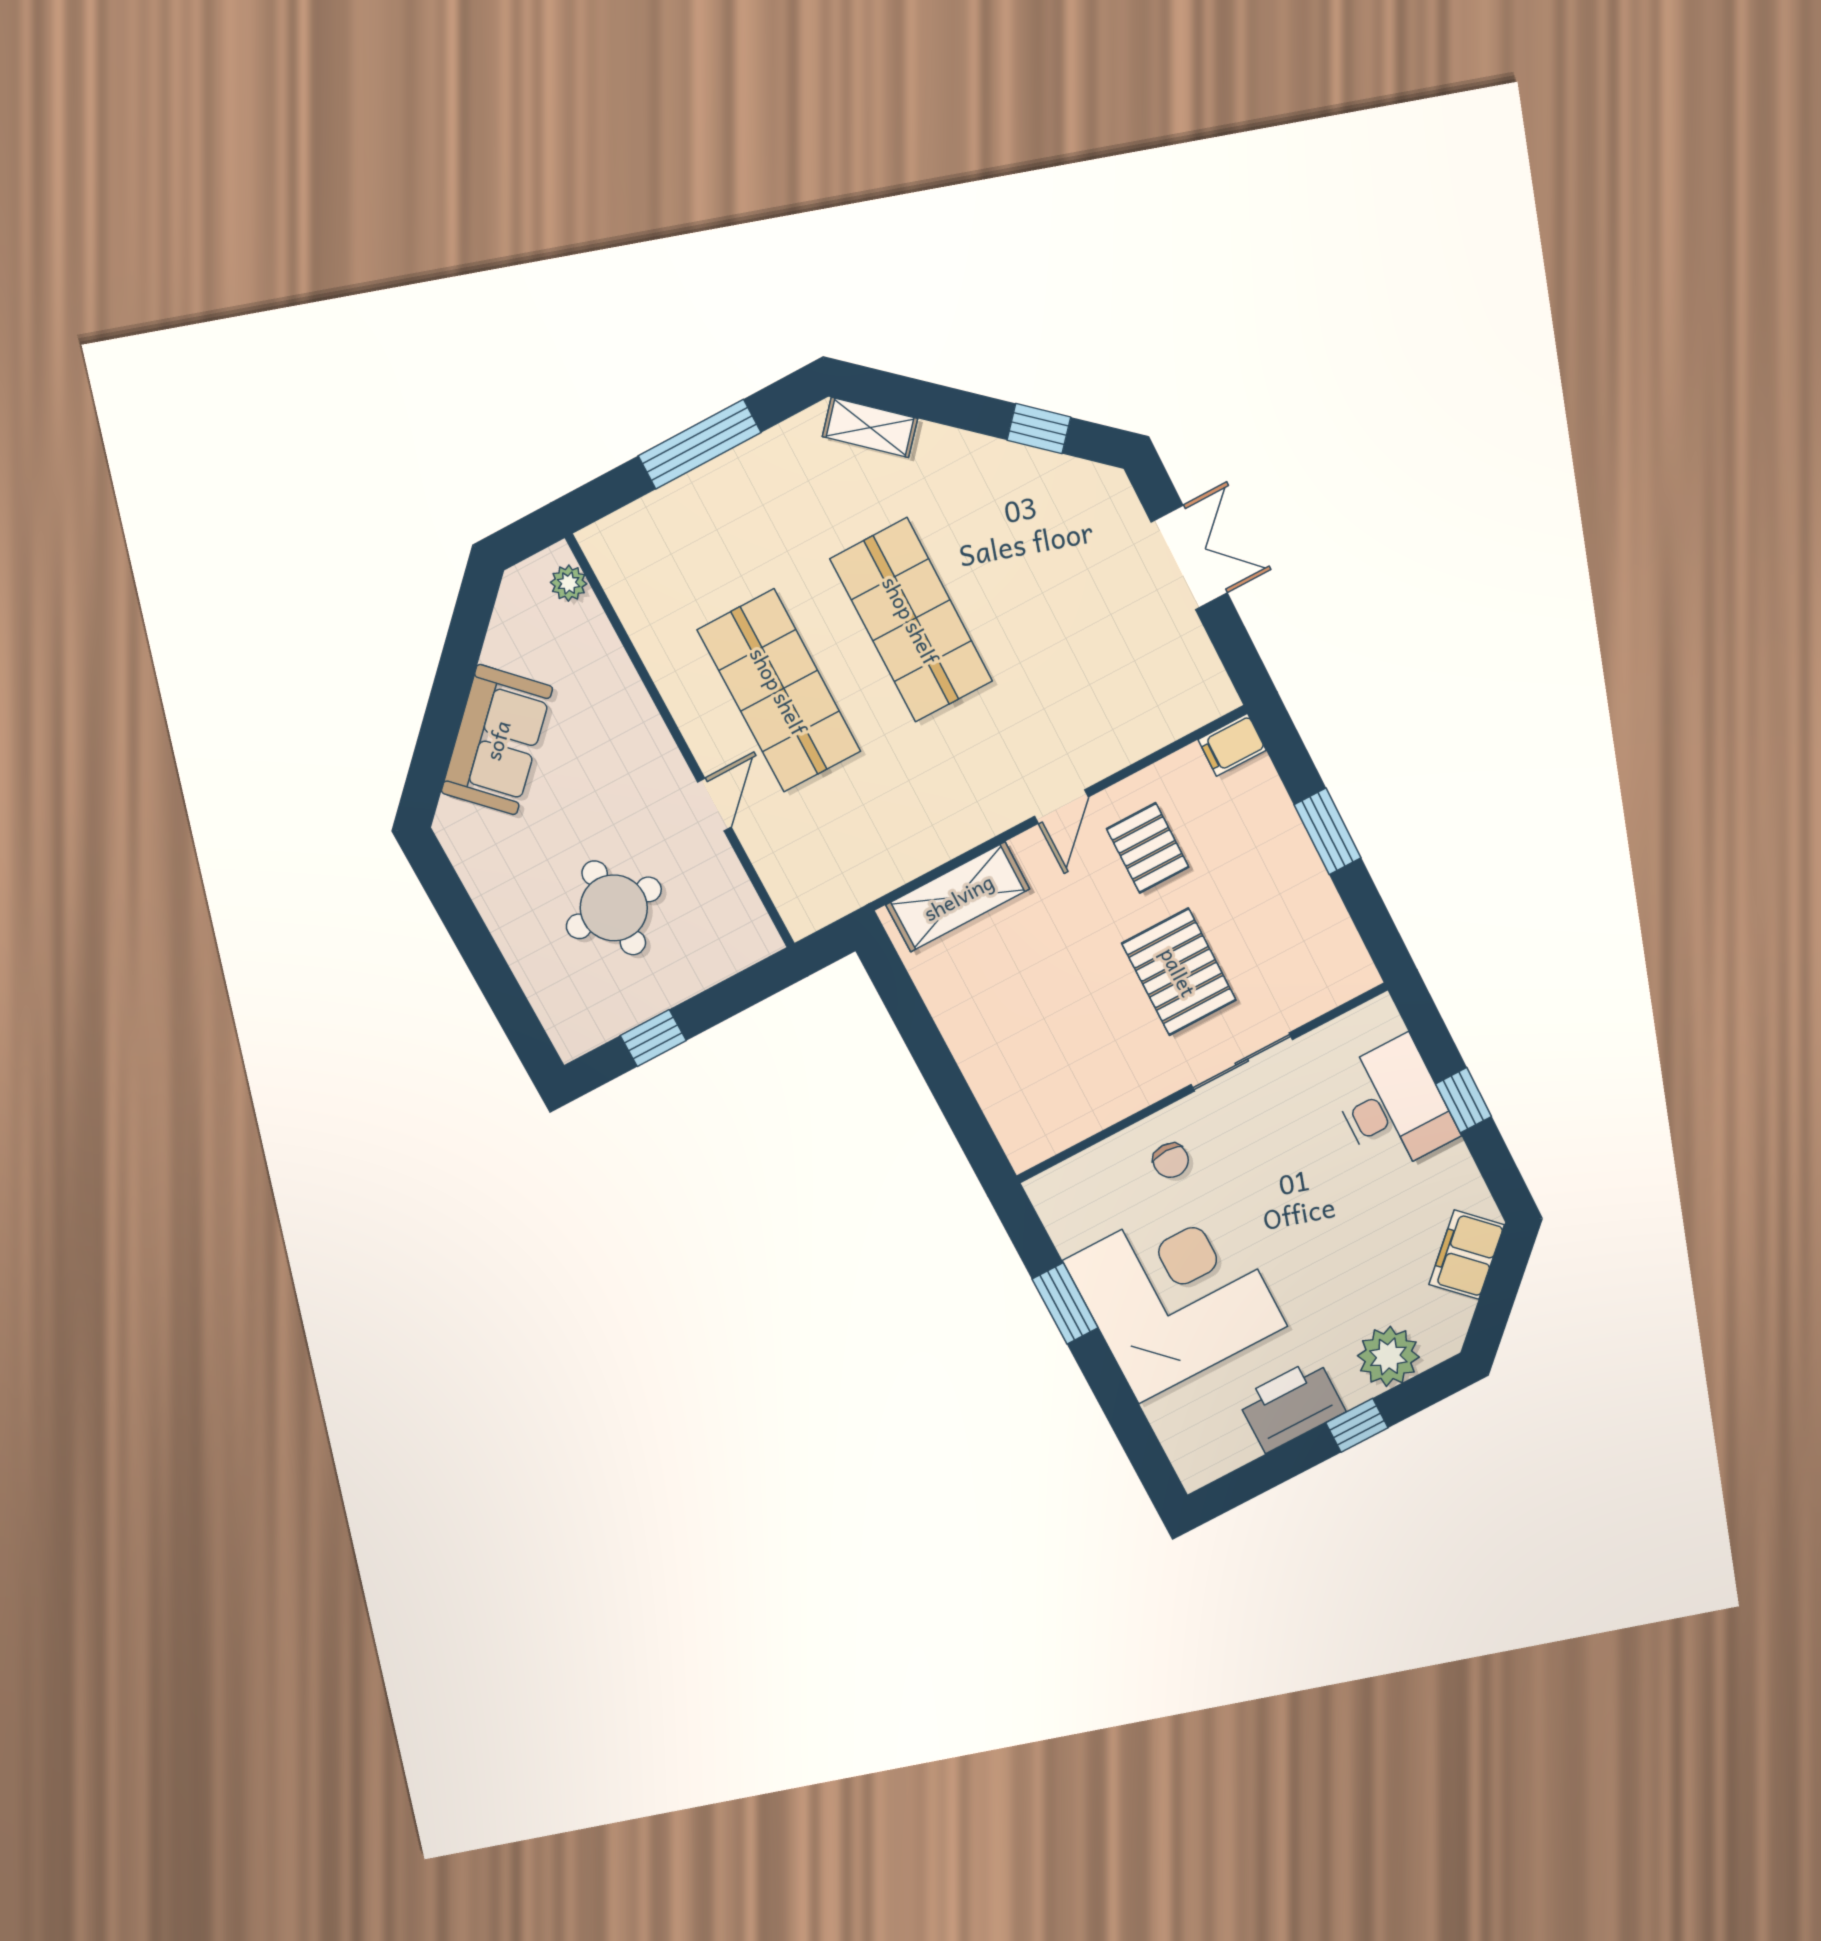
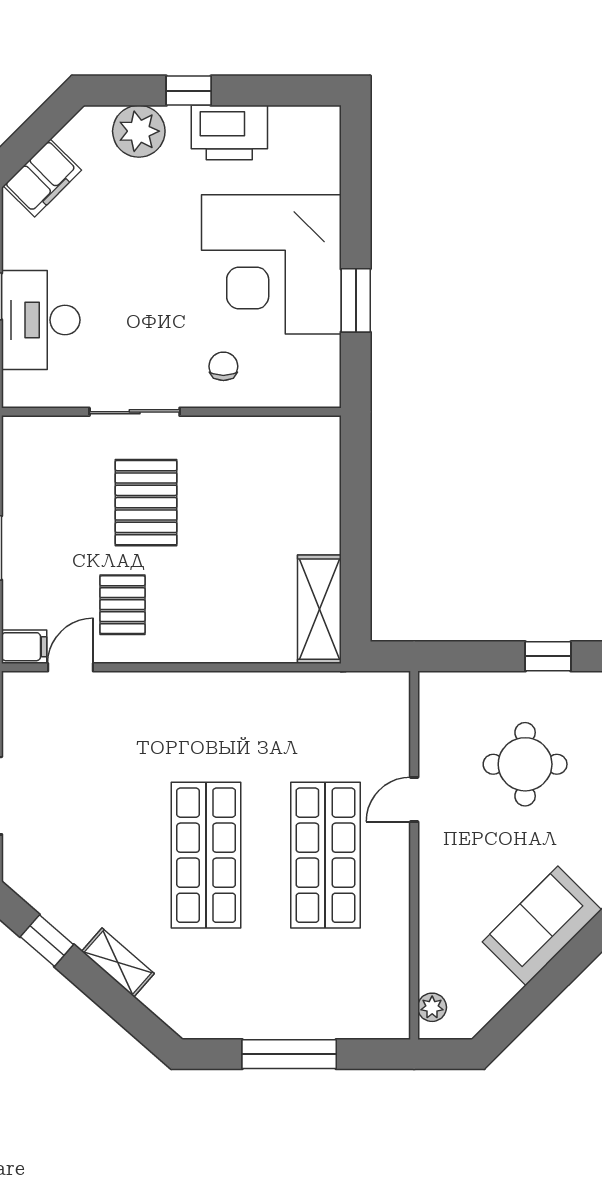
shelving: (870, 427) -> (118, 962), moved
door: (1061, 807) -> (70, 667), moved
shelving: (958, 897) -> (319, 609), moved, turned 90

